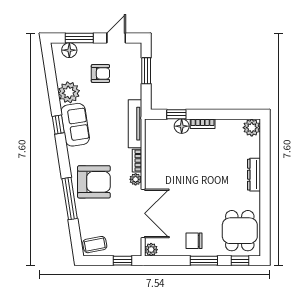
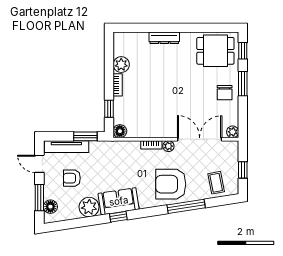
window: (146, 71) -> (85, 136), moved
armchair: (100, 73) -> (72, 178), turned -90
tv unit: (135, 124) -> (66, 147), moved
floor lamp: (182, 126) -> (120, 131), moved
plant: (252, 128) -> (121, 65), moved
armchair: (94, 182) -> (171, 184), turned -90
coffee table: (95, 245) -> (216, 183), moved
window: (123, 261) -> (243, 170), moved

